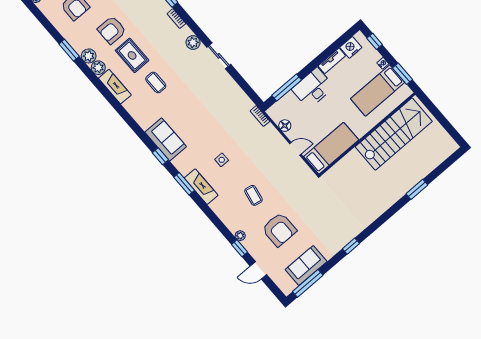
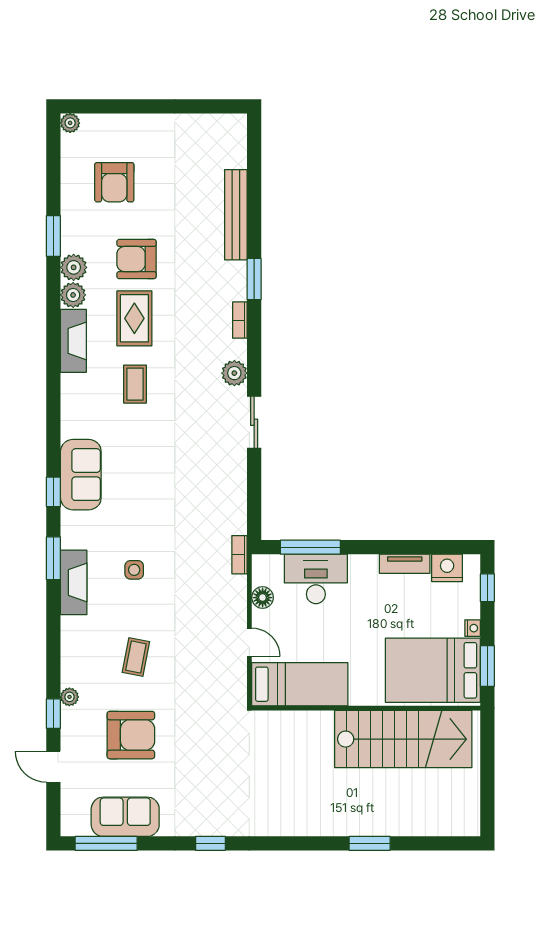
desk: (313, 88) -> (316, 579), moved
bed: (378, 91) -> (433, 670), width x1.50
armchair: (279, 230) -> (131, 735), turned -90

